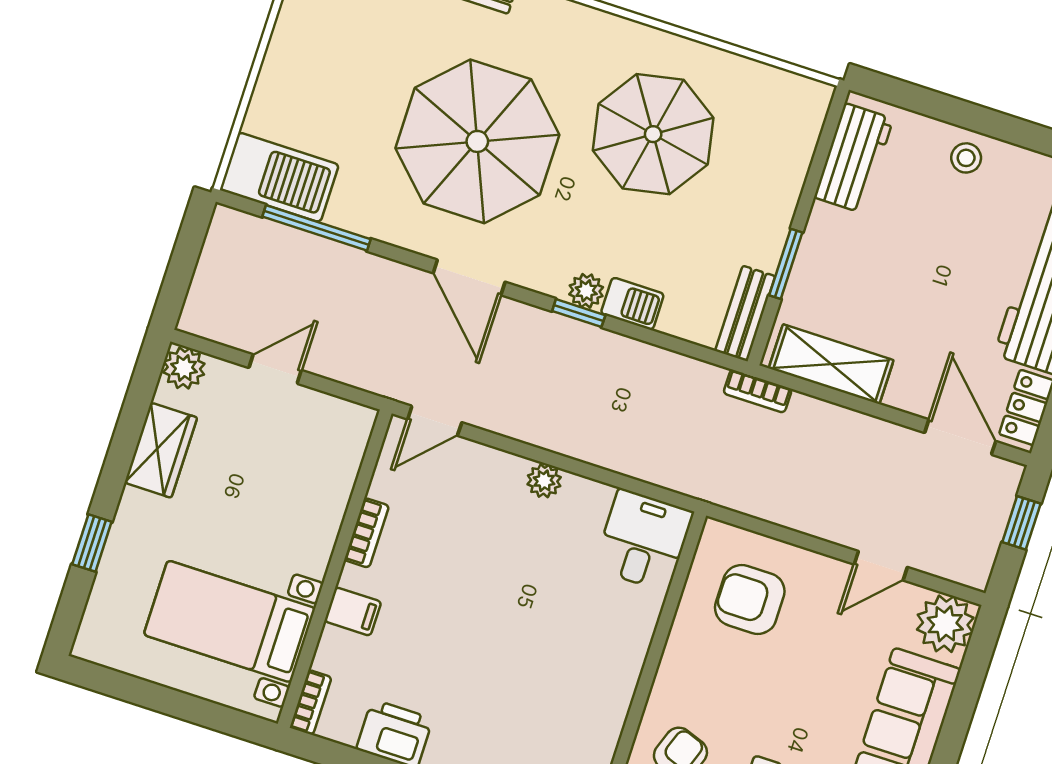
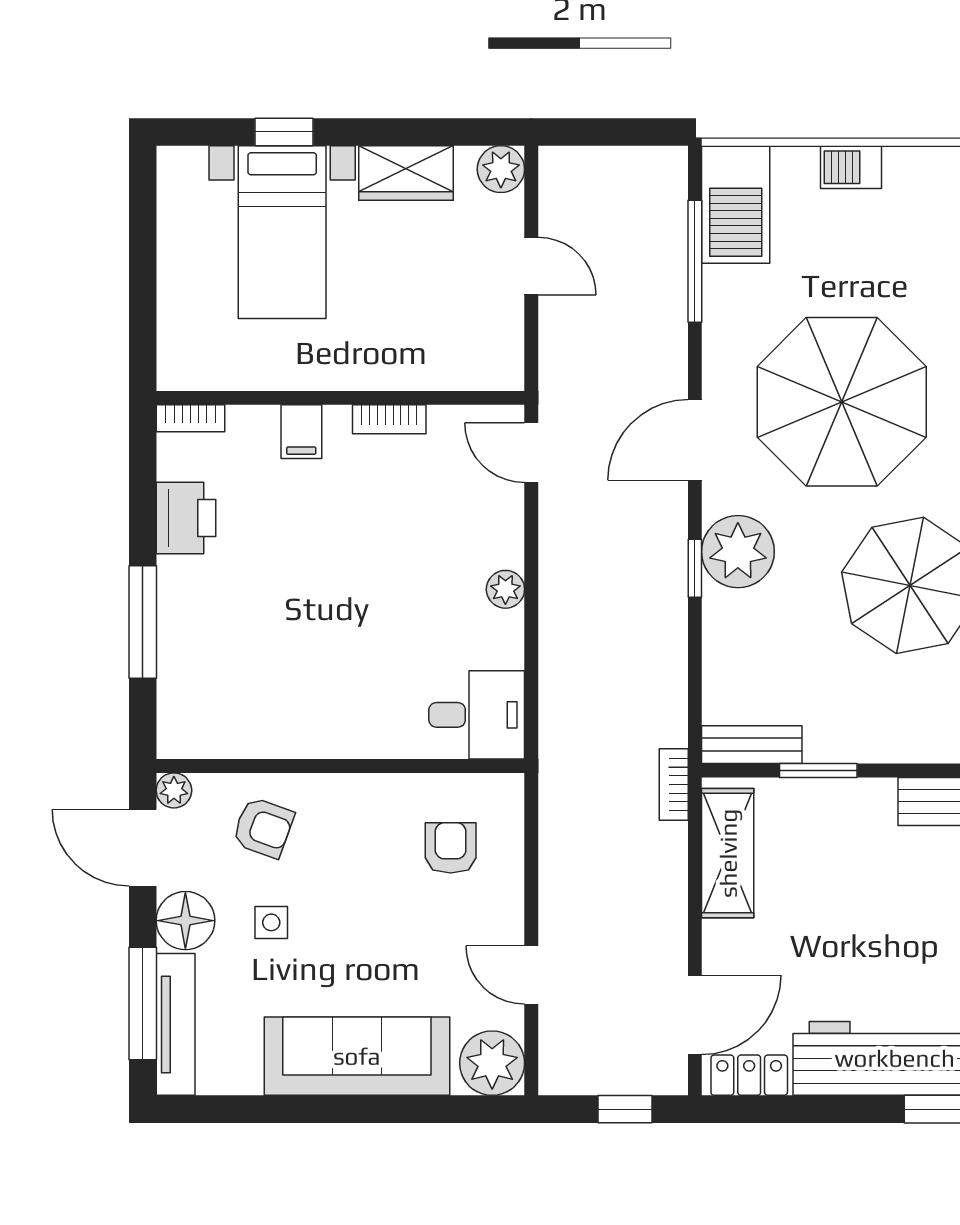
plant: (586, 291) -> (738, 552), width x1.87, depth x1.87
barbecue: (632, 304) -> (851, 167), moved, turned 90
armchair: (750, 599) -> (451, 848), width x0.72, depth x0.72
bed with nightstands: (229, 621) -> (282, 232), moved, turned 180

